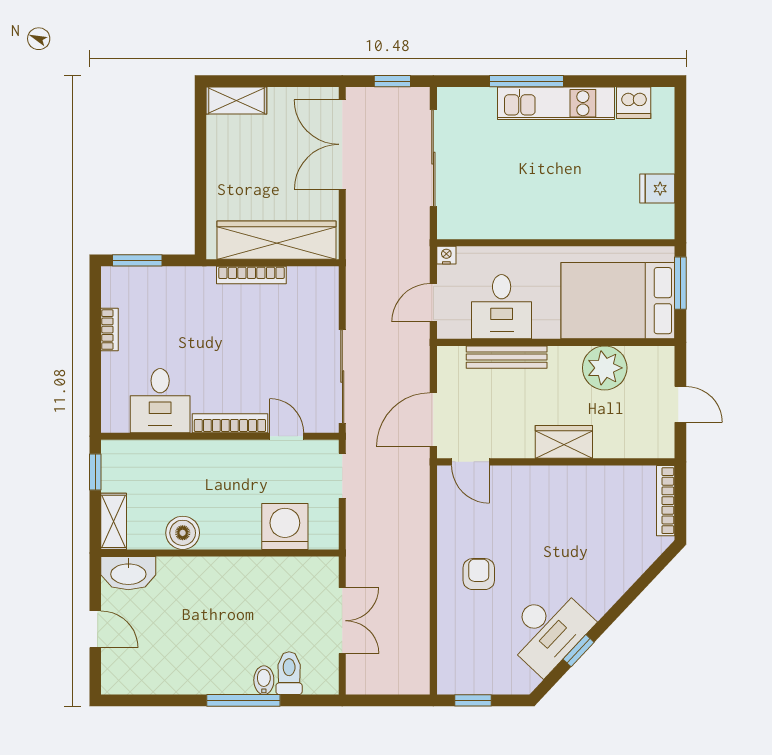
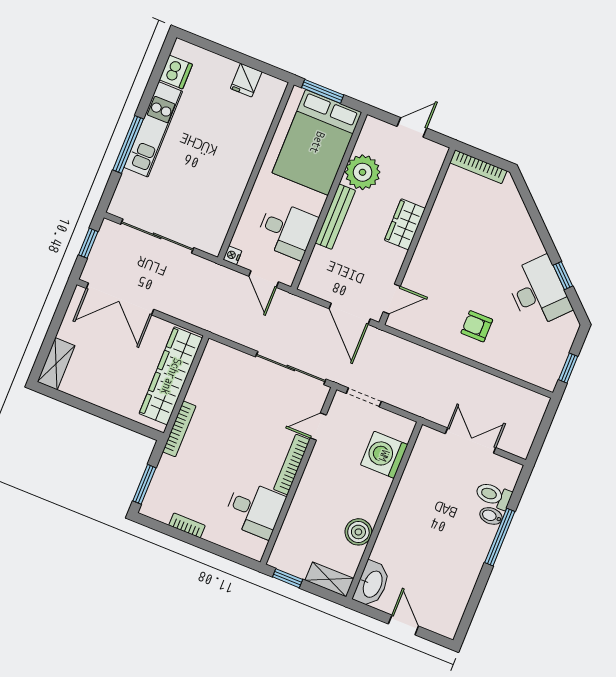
bookcase: (251, 275) -> (179, 429), moved
bench: (507, 357) -> (335, 217), moved
door: (95, 629) -> (403, 625), hinge flipped

